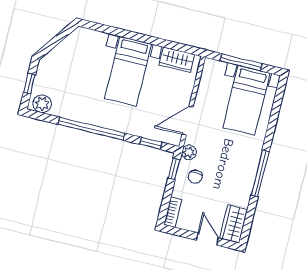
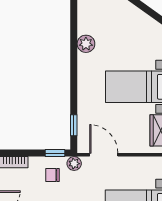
plant: (42, 104) -> (86, 44), moved
window: (91, 129) -> (74, 65), removed

